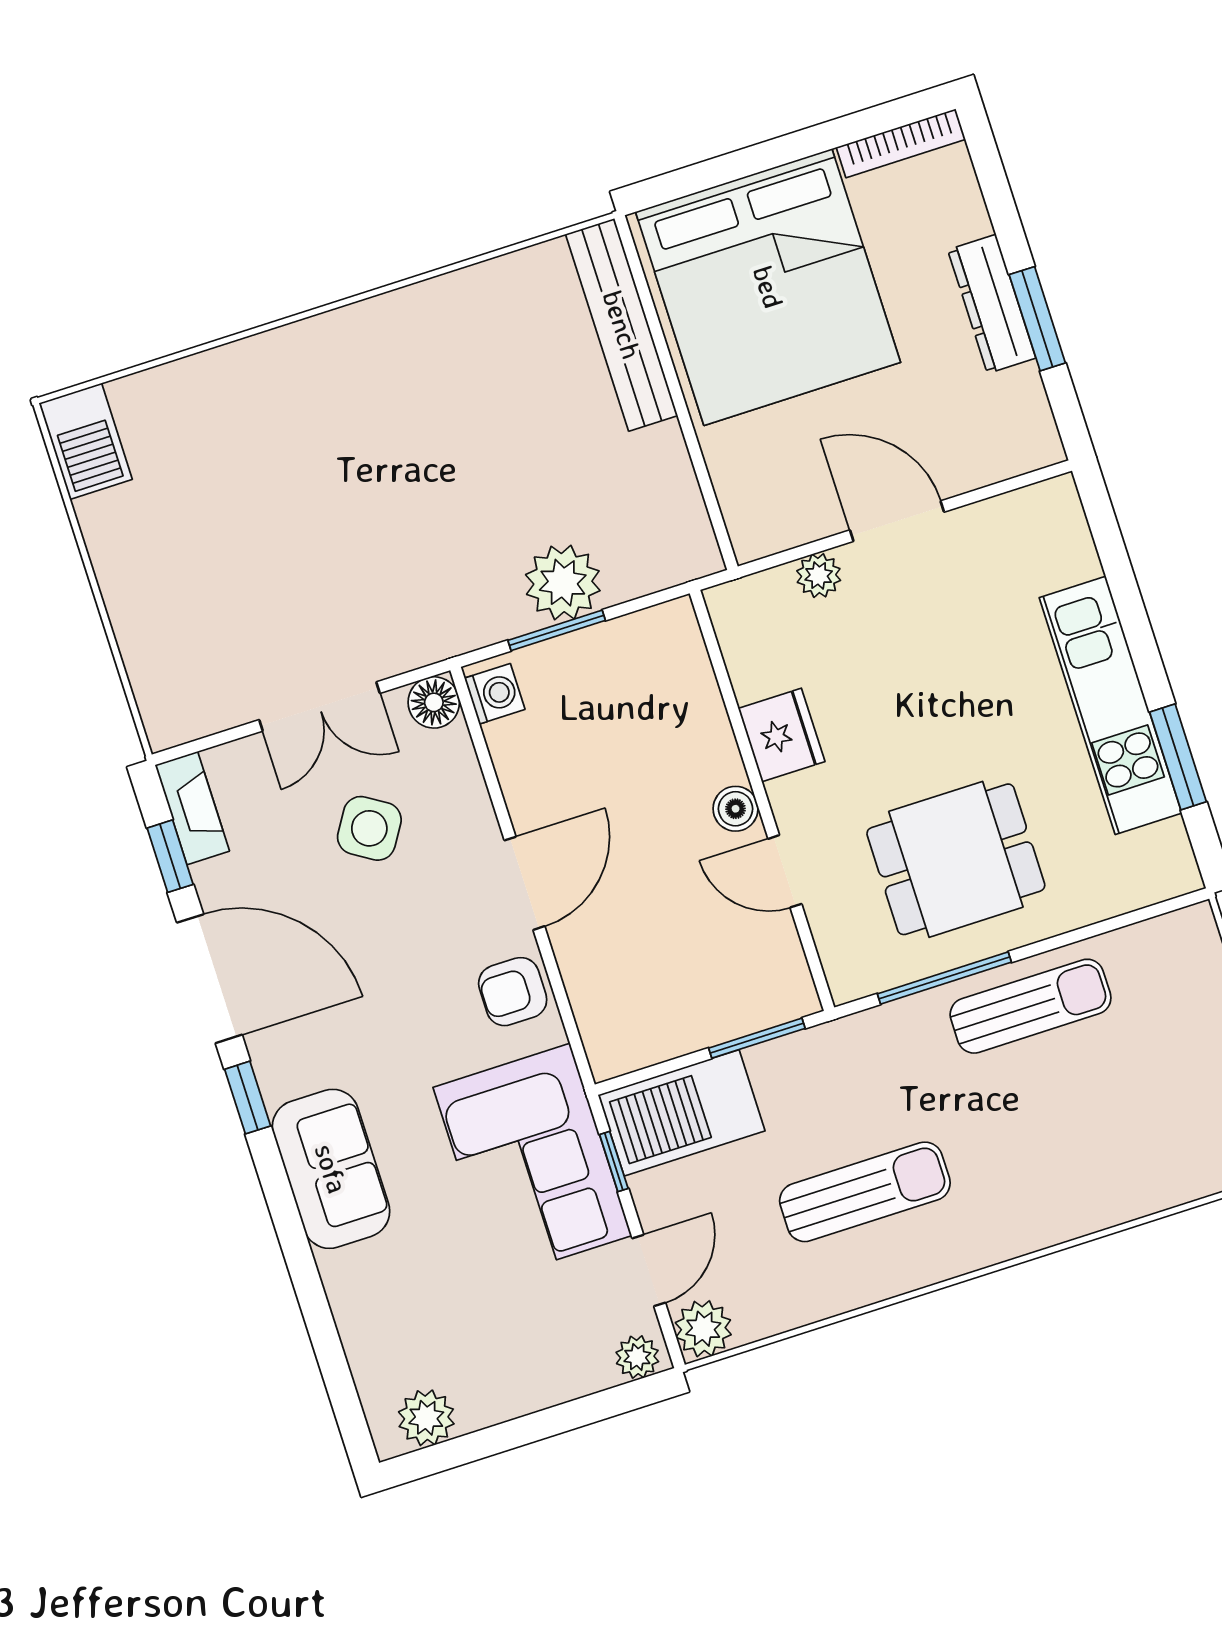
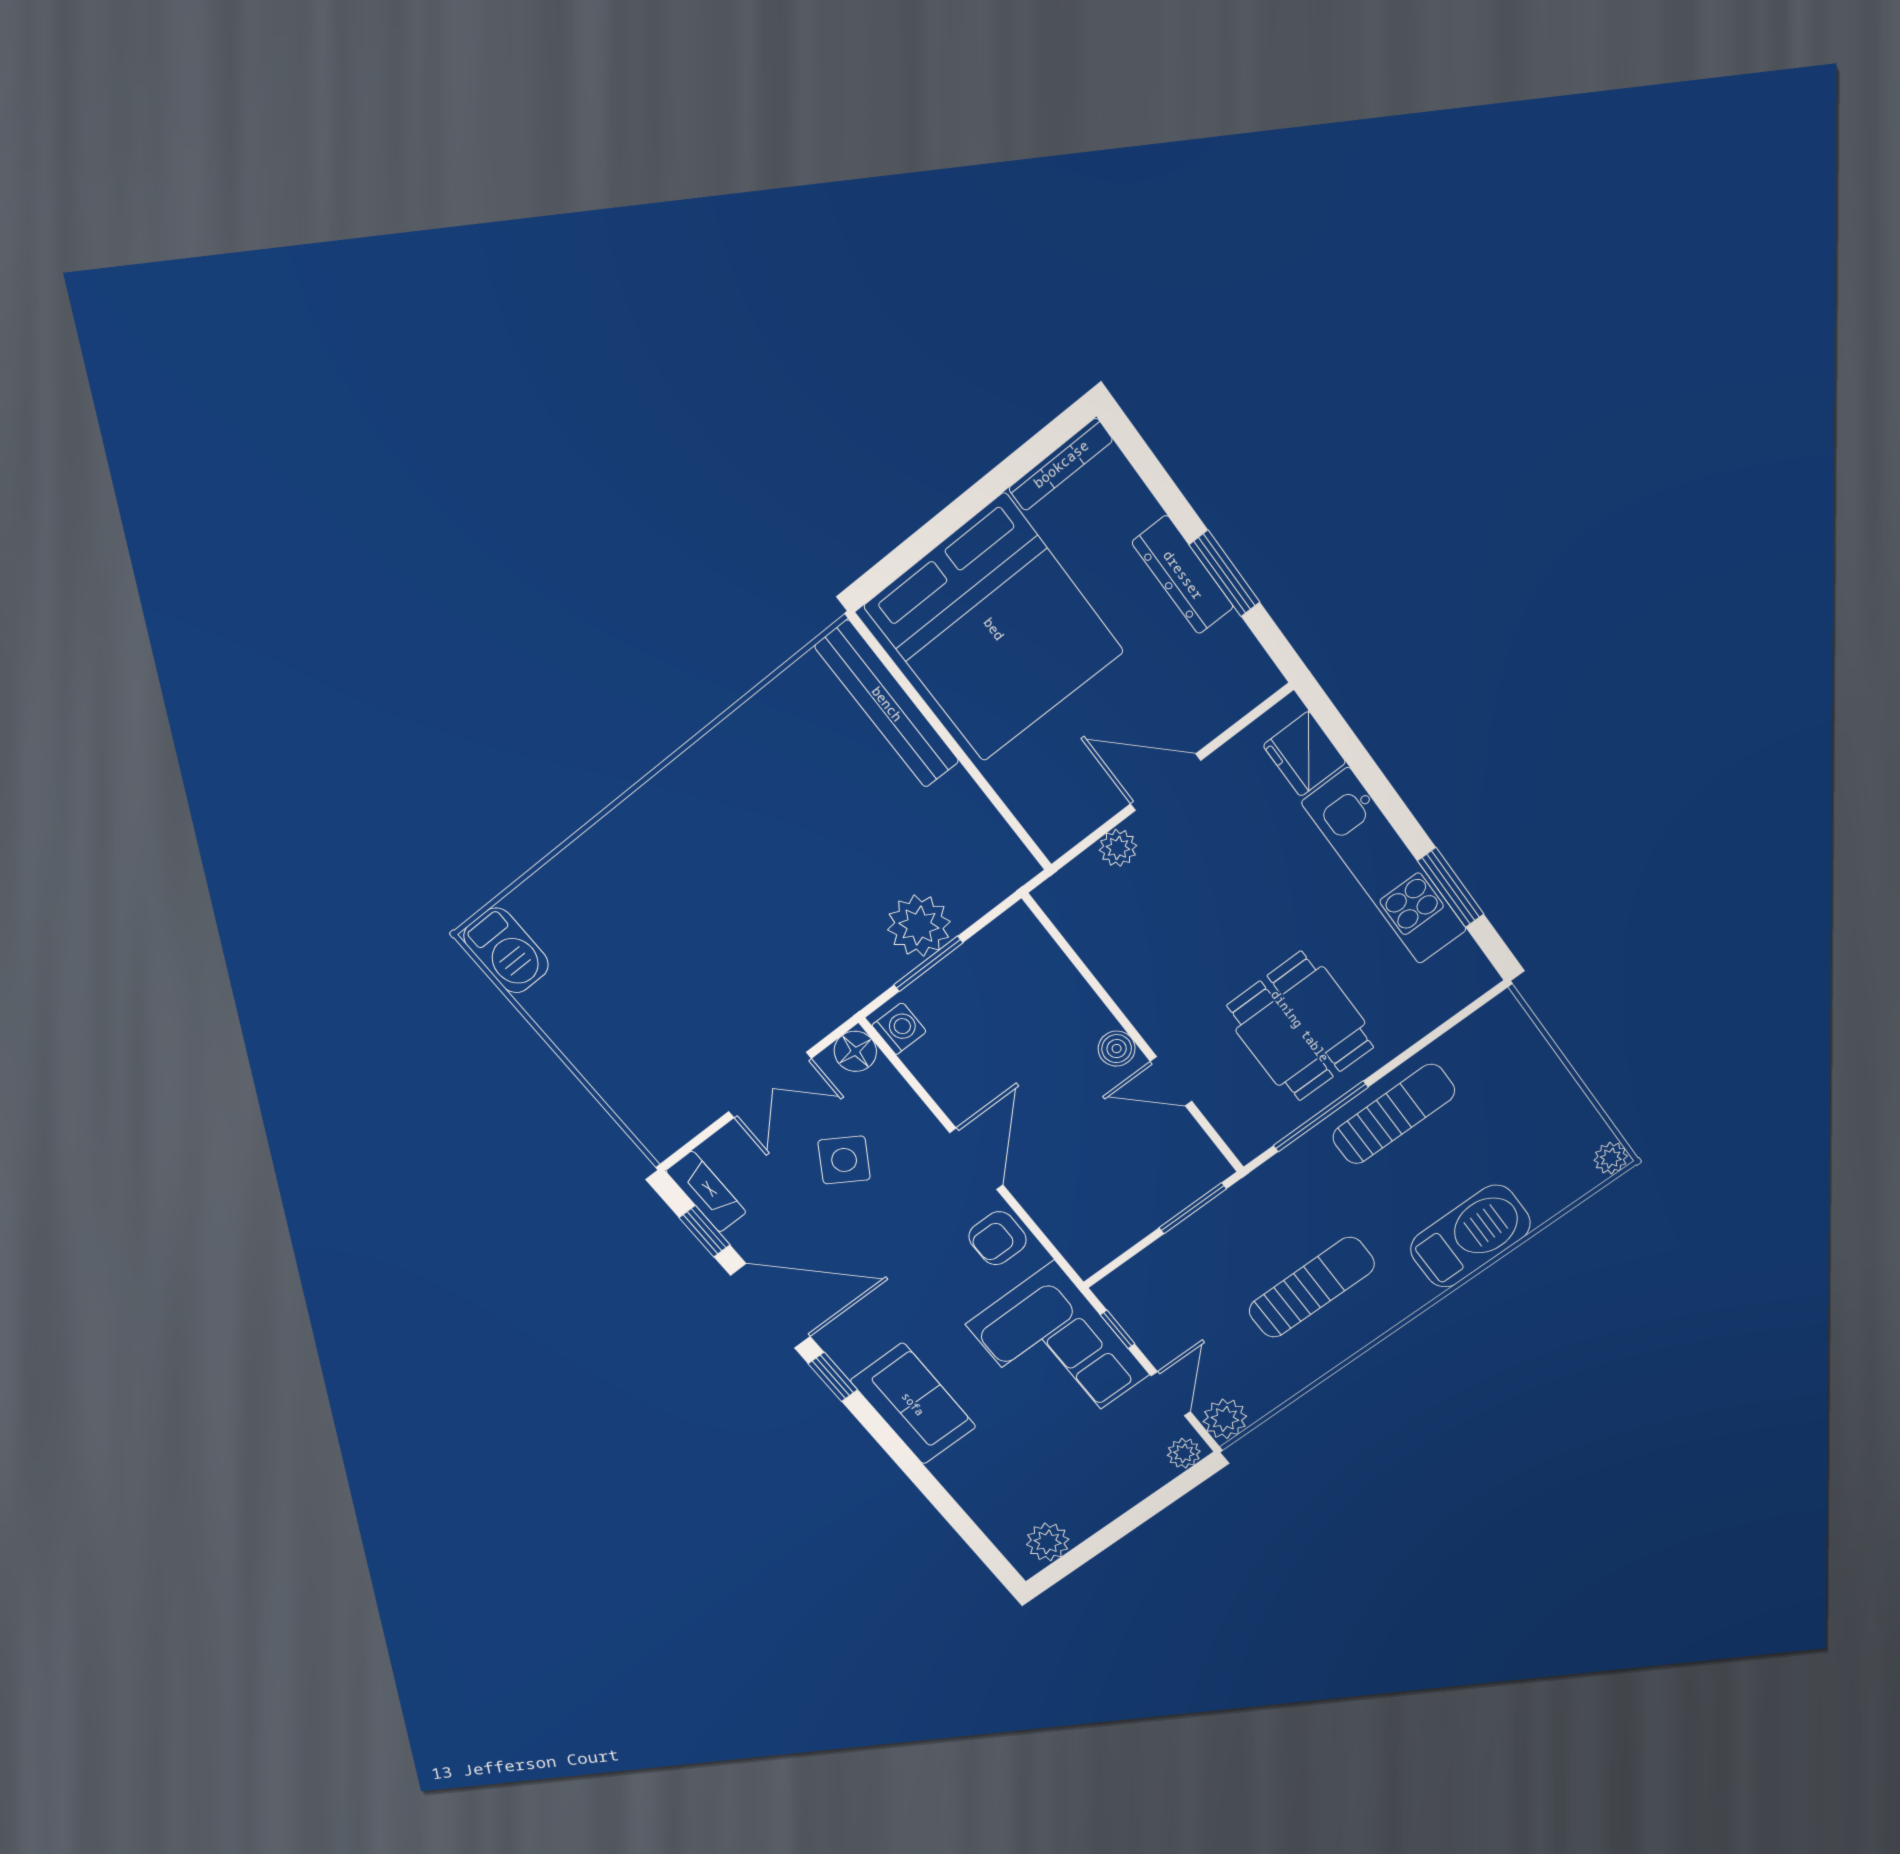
fridge: (782, 735) -> (1304, 754), moved, turned 180
dining table: (956, 859) -> (1300, 1026), turned 90
barbecue: (682, 1113) -> (1470, 1236), moved, turned 180

